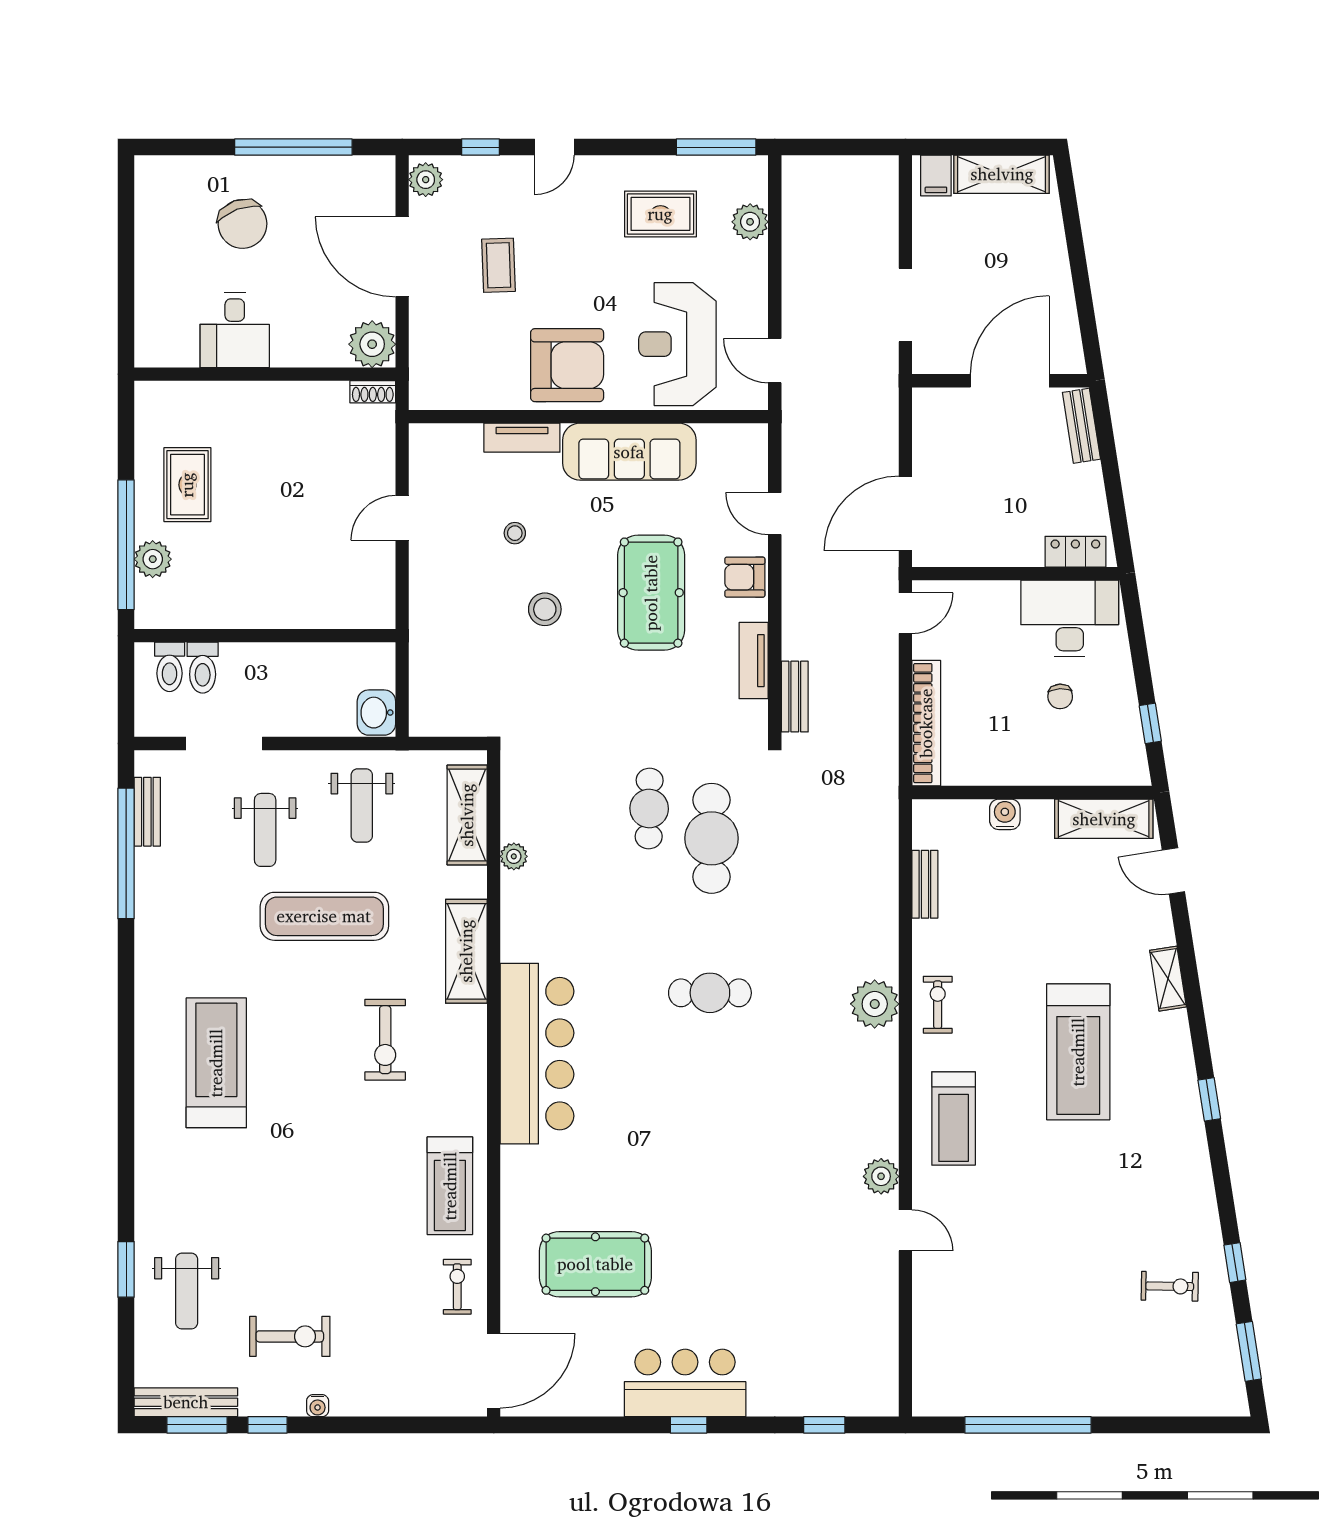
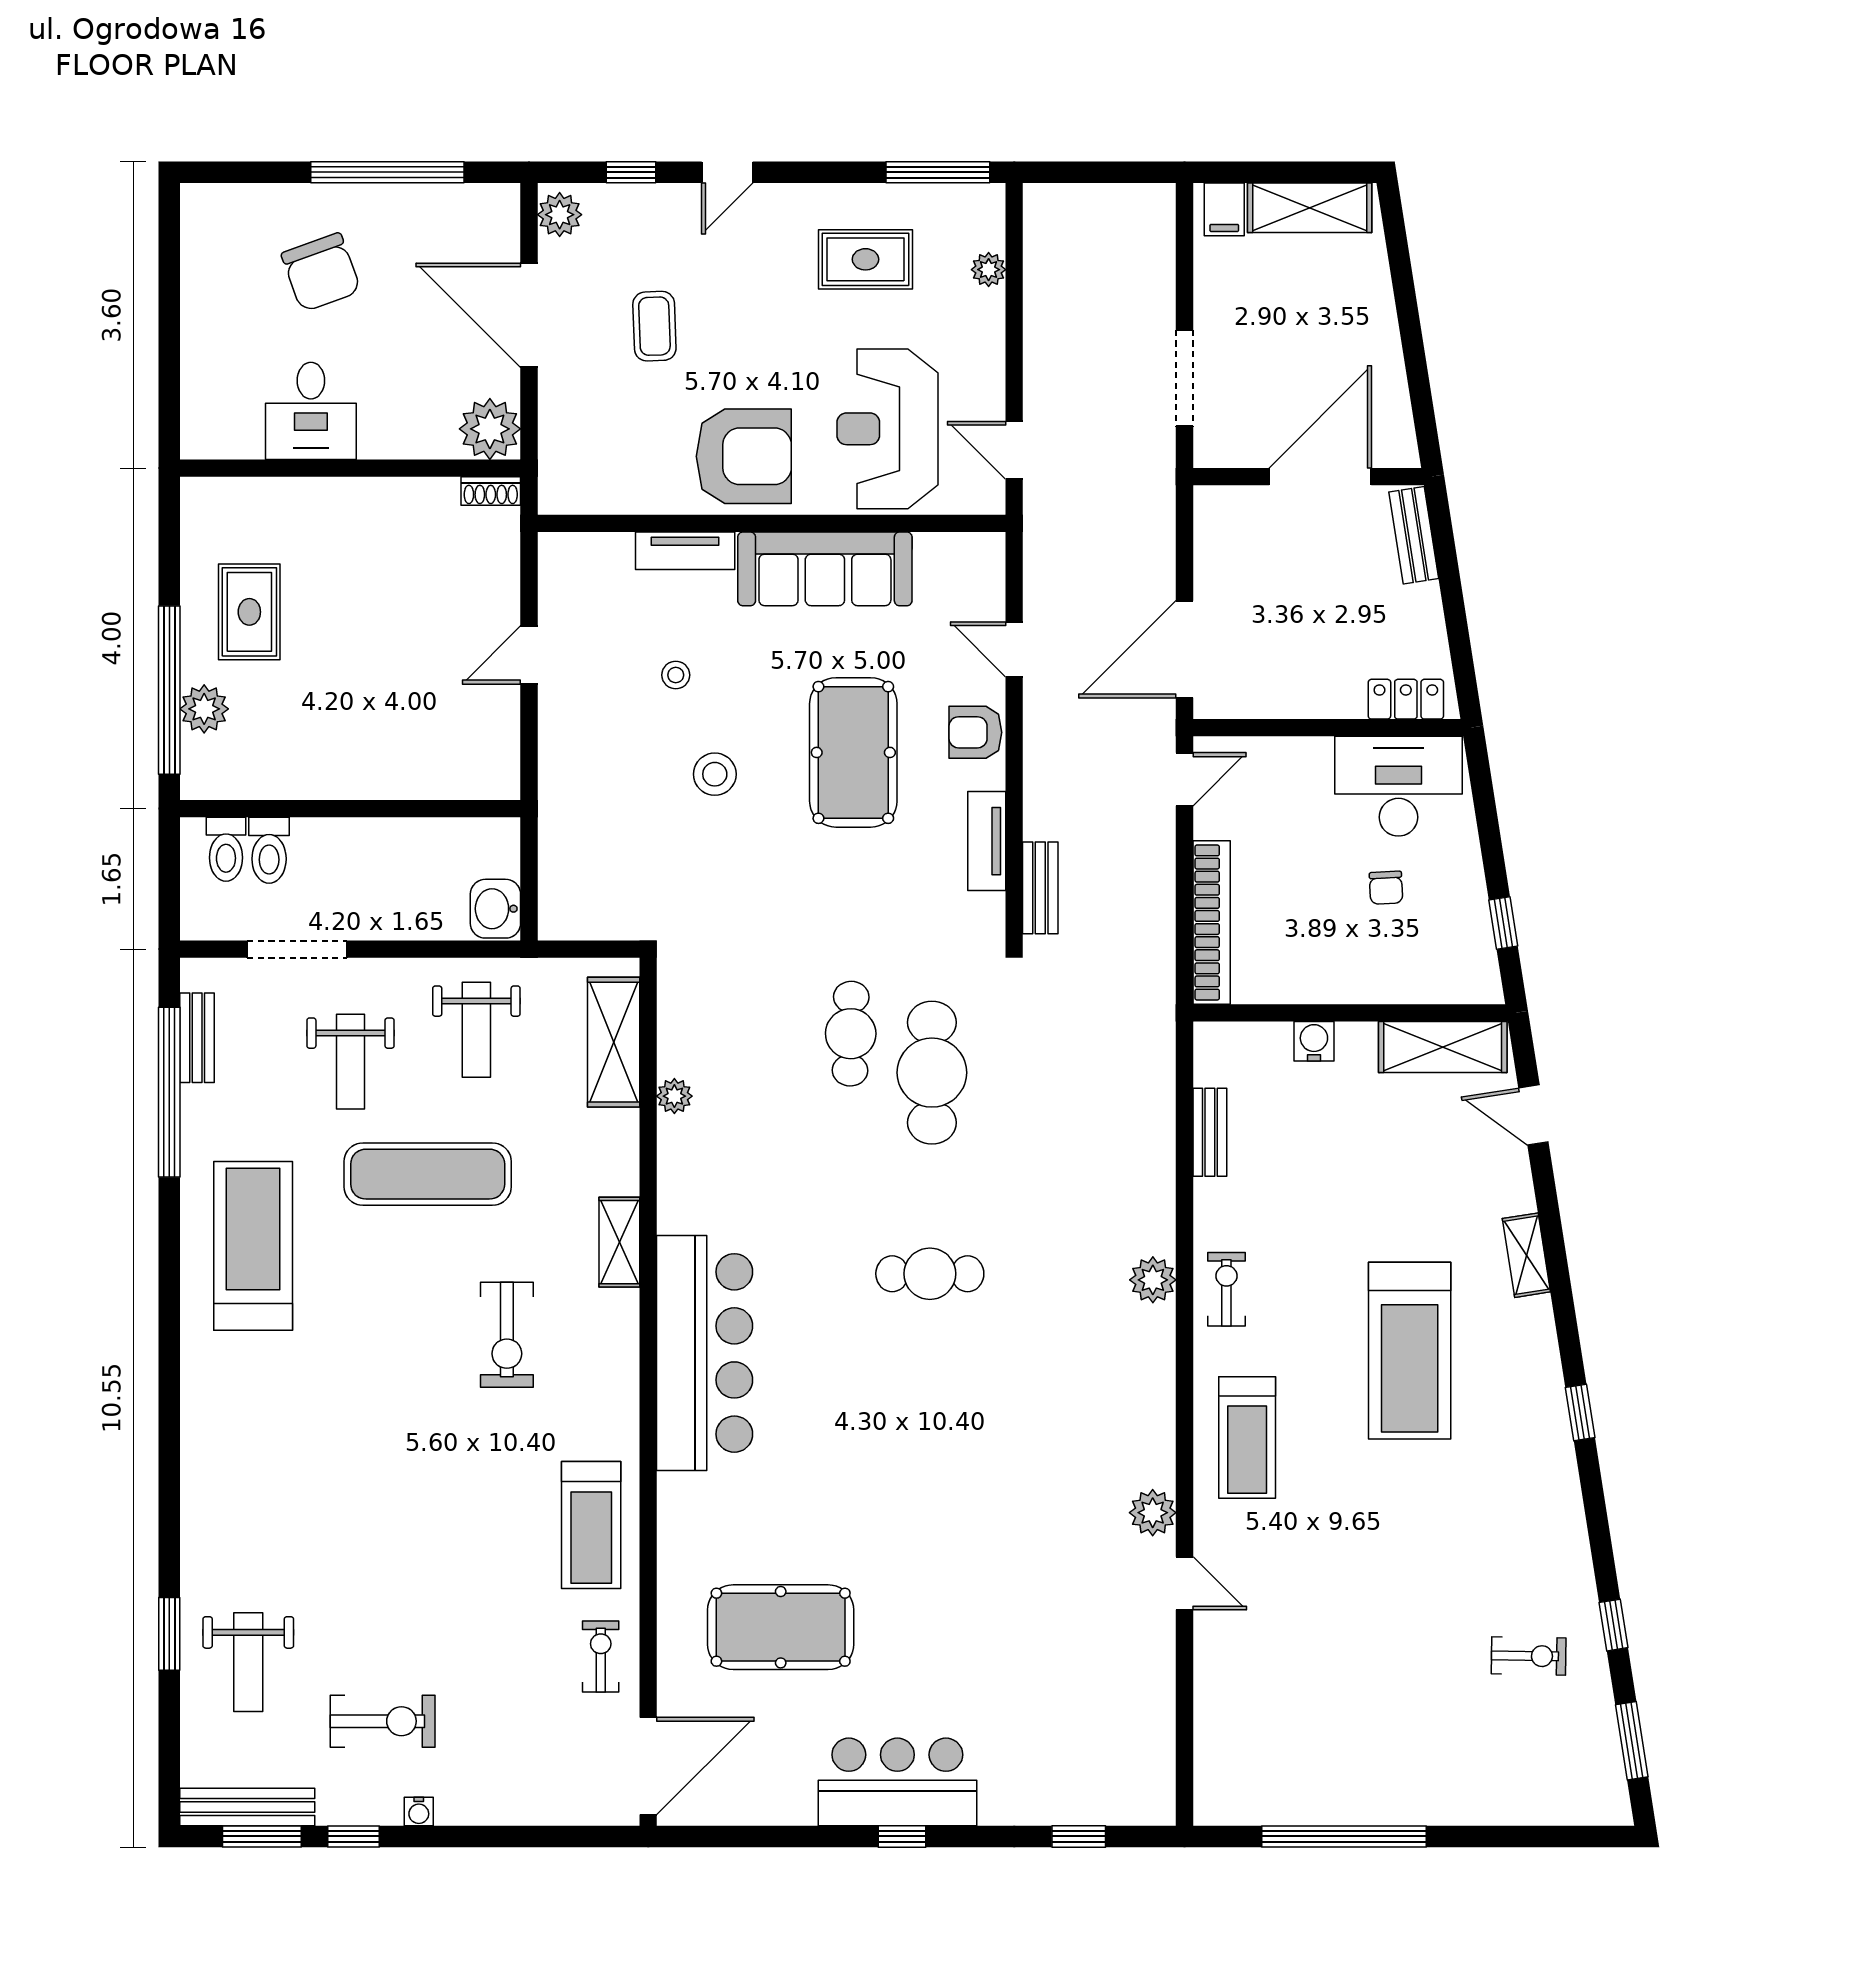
plant: (750, 222) -> (989, 270), width x0.73, depth x0.73
shelving: (466, 951) -> (619, 1242), width x0.67, depth x0.75
plant: (875, 1004) -> (1153, 1280), width x0.73, depth x0.73
treadmill: (216, 1063) -> (253, 1246), moved

